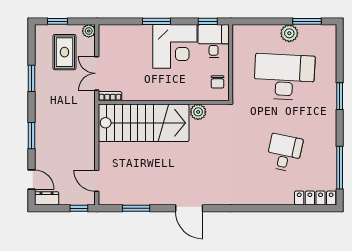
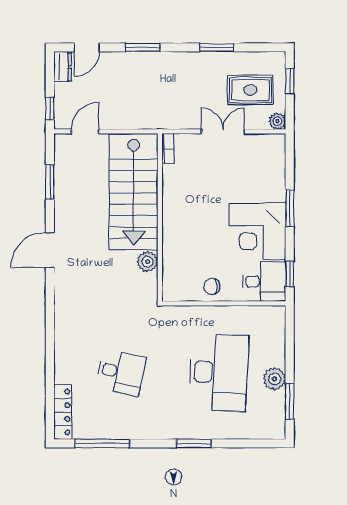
bookcase: (110, 96) -> (168, 148), moved
wall: (164, 102) -> (160, 217), moved
plant: (198, 112) -> (147, 262), moved
stairs: (144, 123) -> (134, 192), moved

